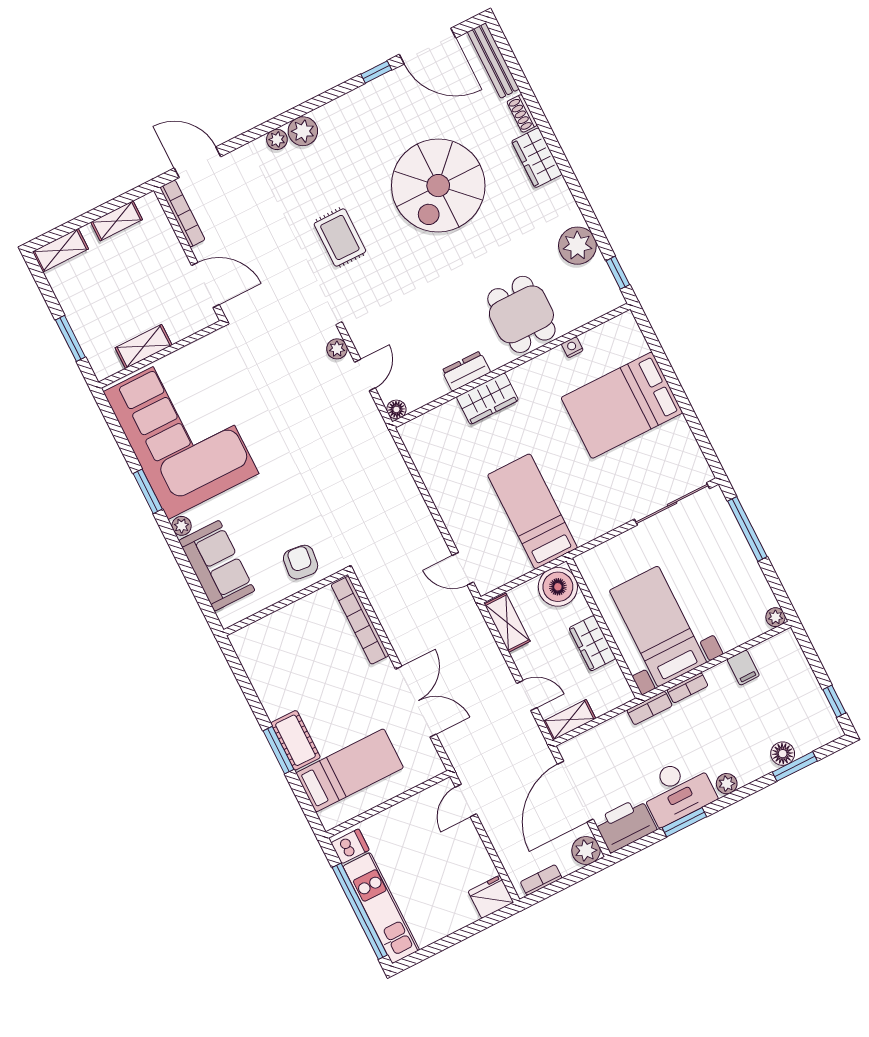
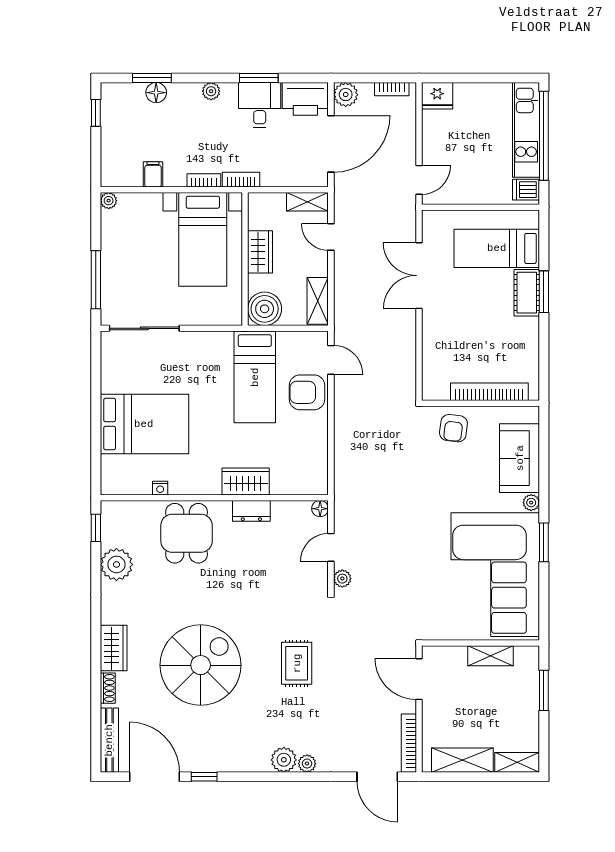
shelving: (117, 221) -> (462, 760), width x1.50, depth x1.33
armchair: (471, 523) -> (307, 392), added
bookcase: (360, 620) -> (489, 392), moved, turned -90
desk: (677, 791) -> (260, 105), width x0.73

